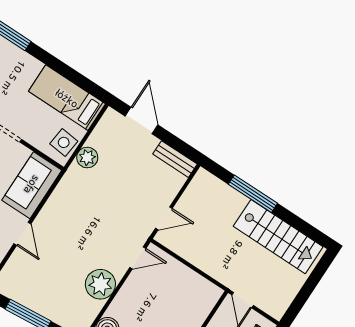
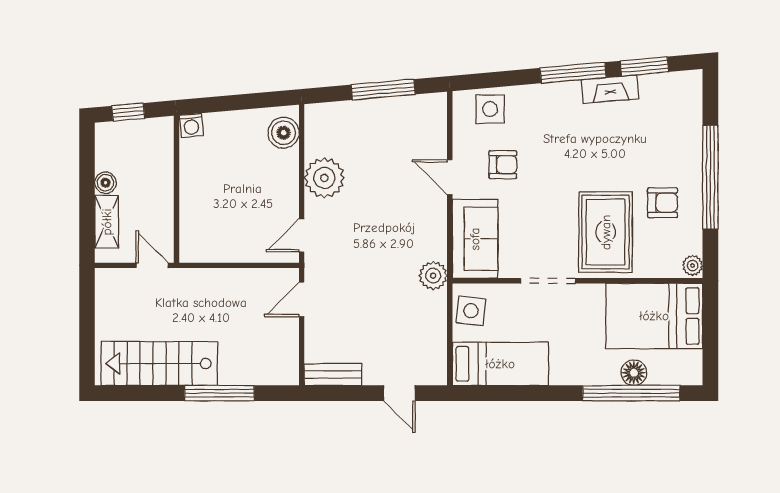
door: (141, 121) -> (399, 393), width x0.73
plant: (87, 158) -> (433, 276), moved

